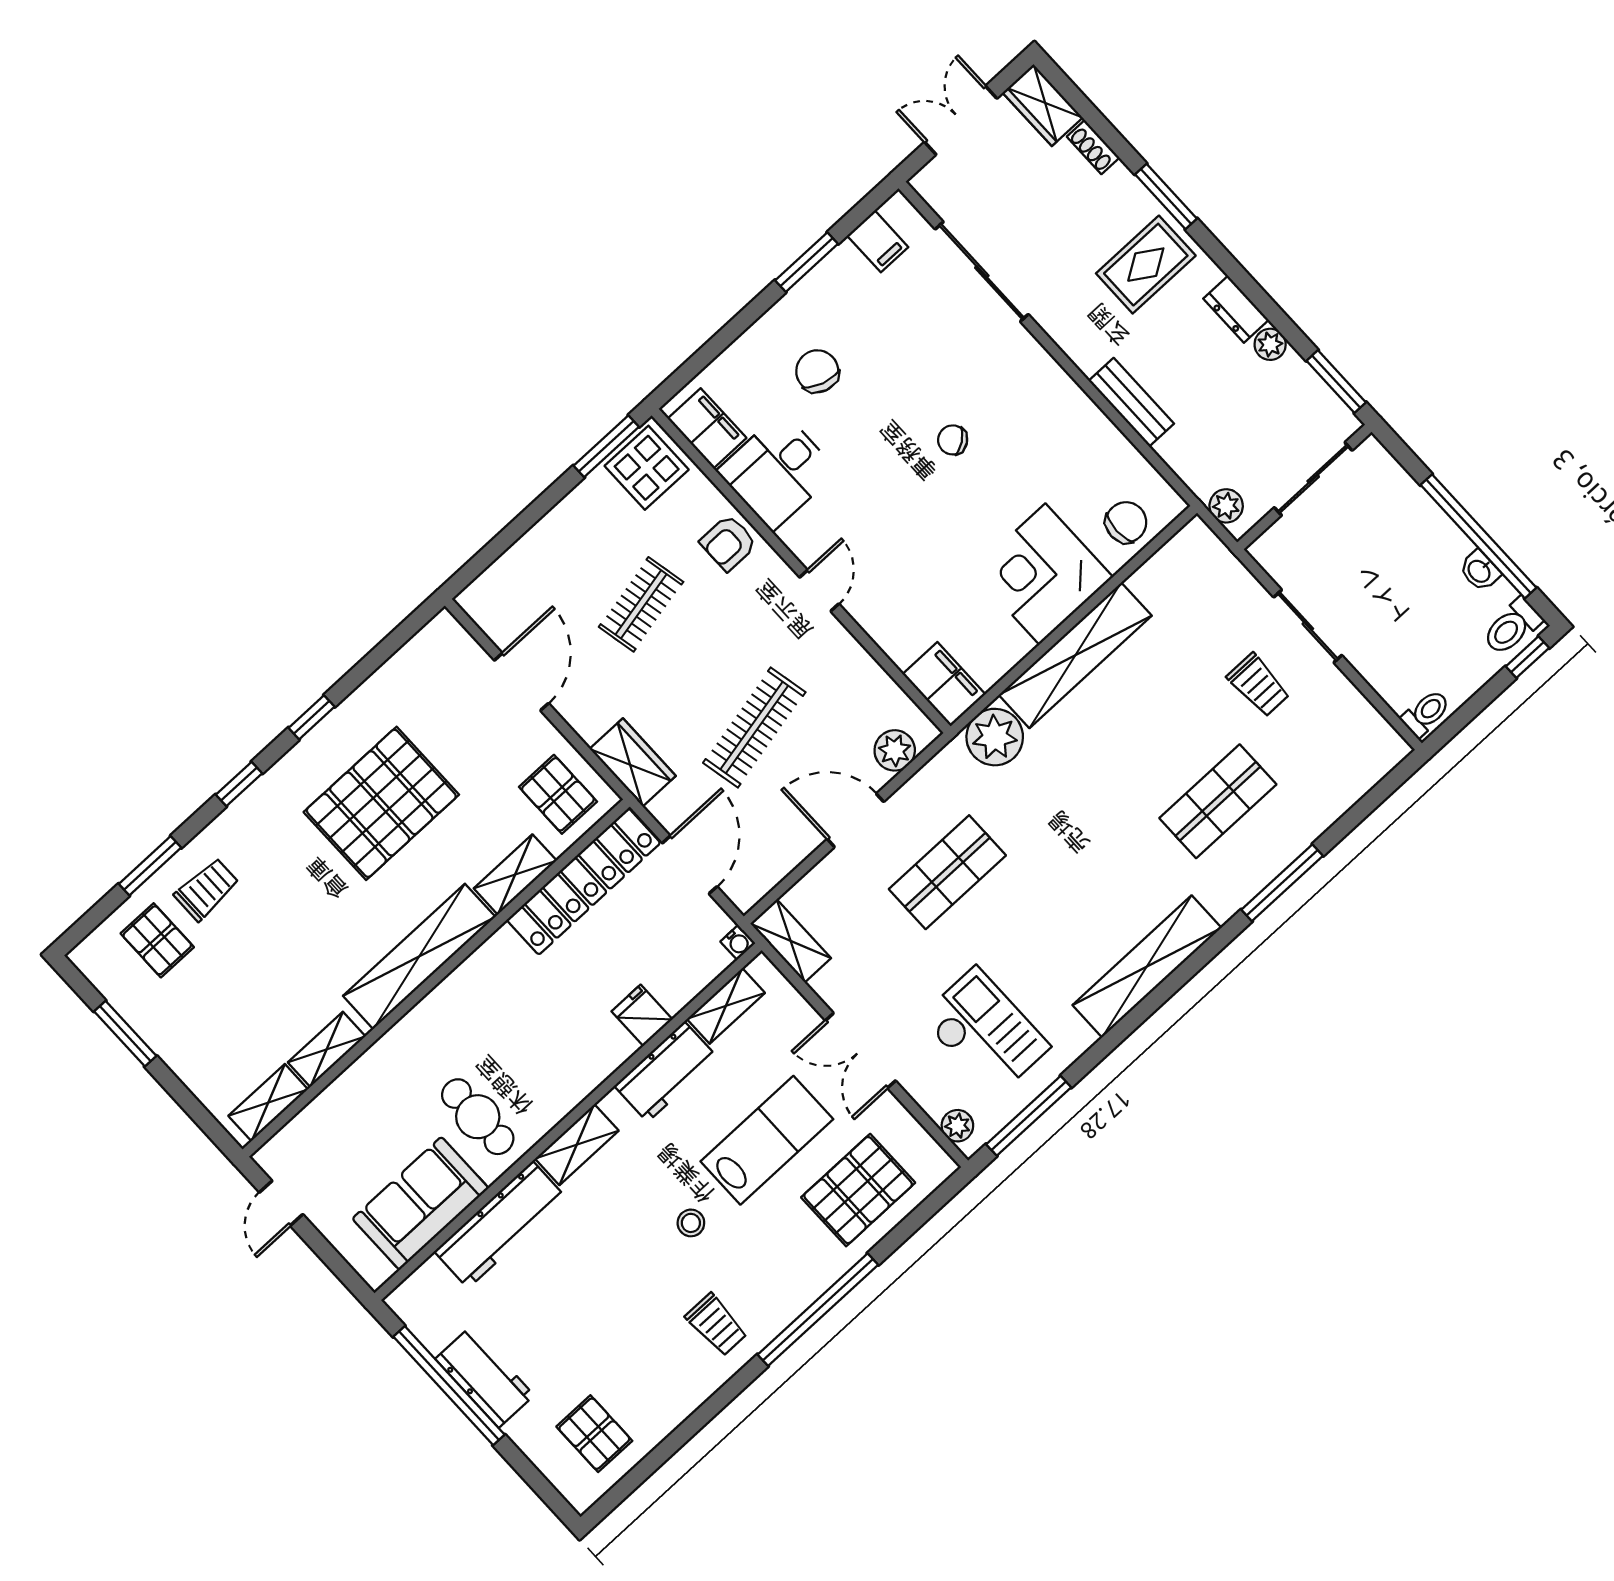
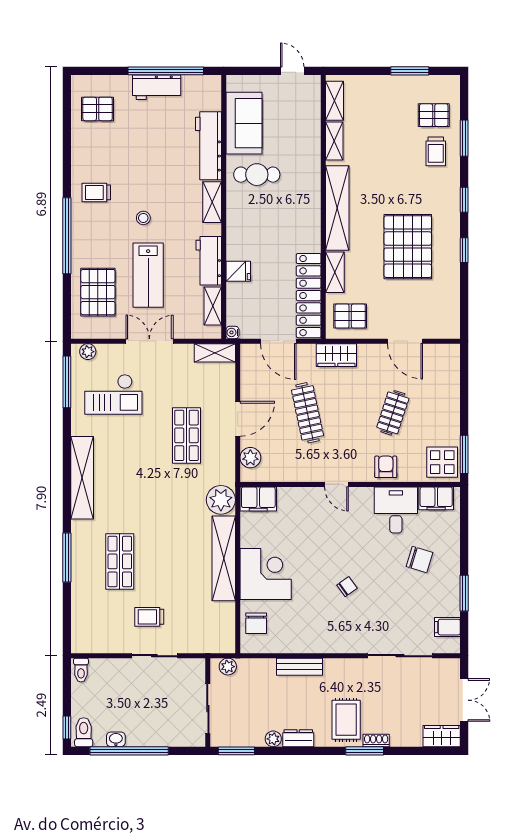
shoe rack: (1093, 147) -> (376, 741), moved
clothes rail: (641, 604) -> (393, 413), turned 30

